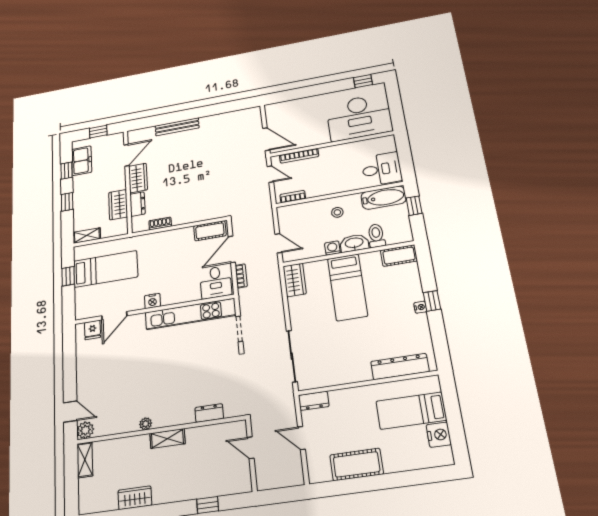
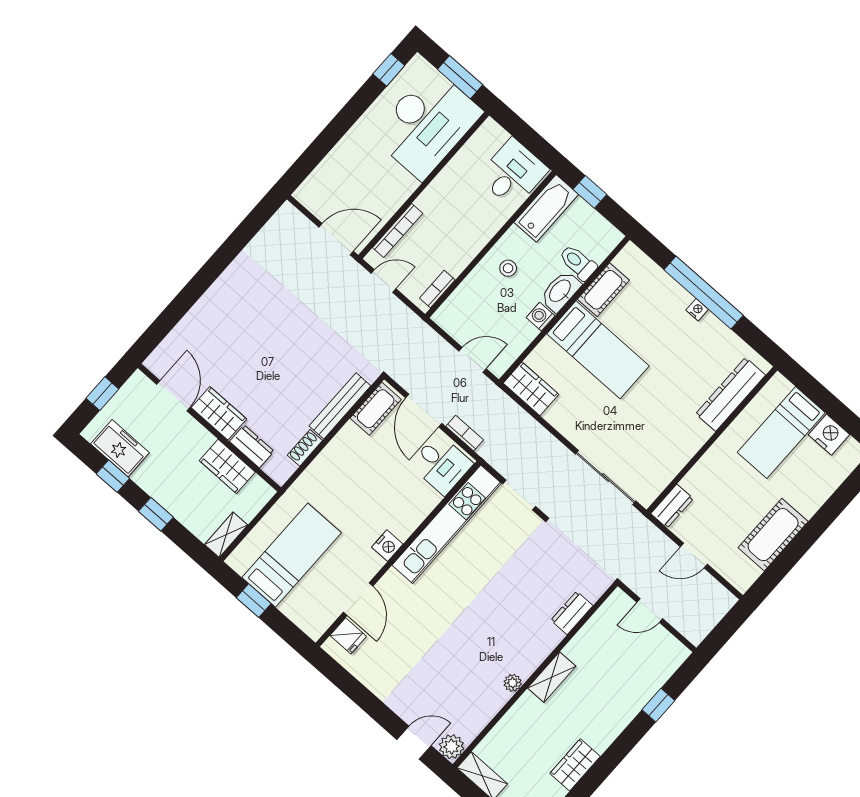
window: (396, 107) -> (460, 77), added
bench: (177, 127) -> (340, 406), moved
cot: (399, 256) -> (603, 290), moved
window: (432, 301) -> (704, 292), width x3.17

